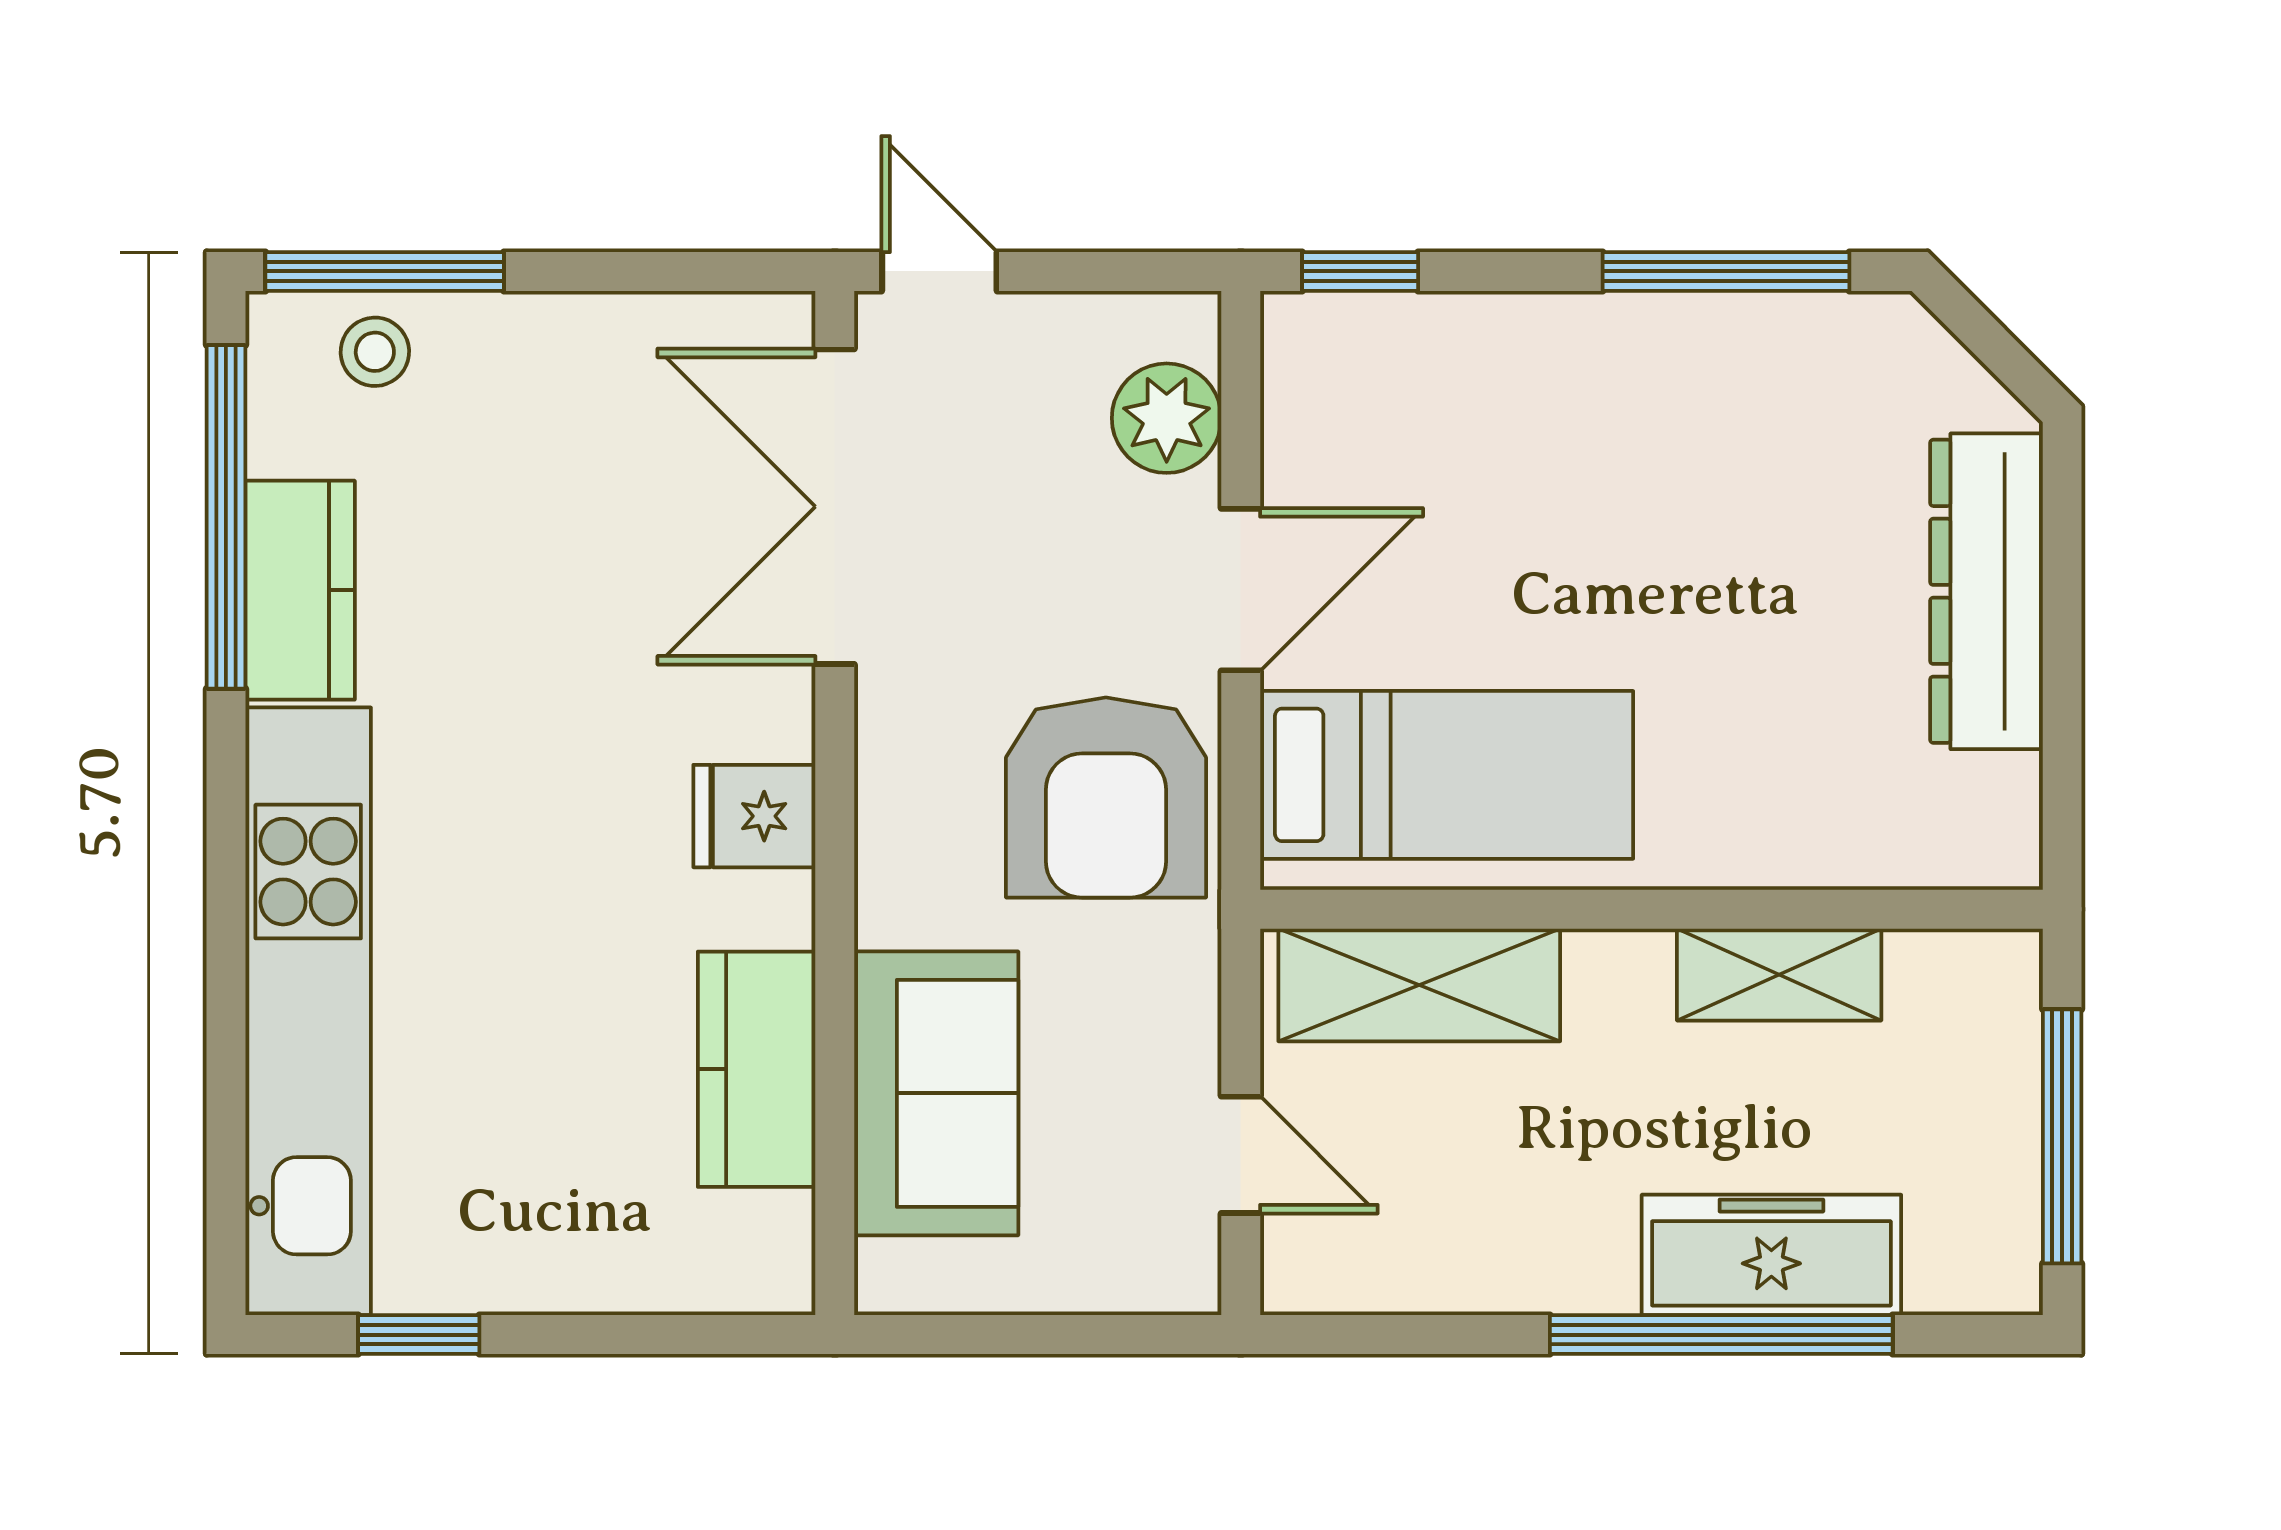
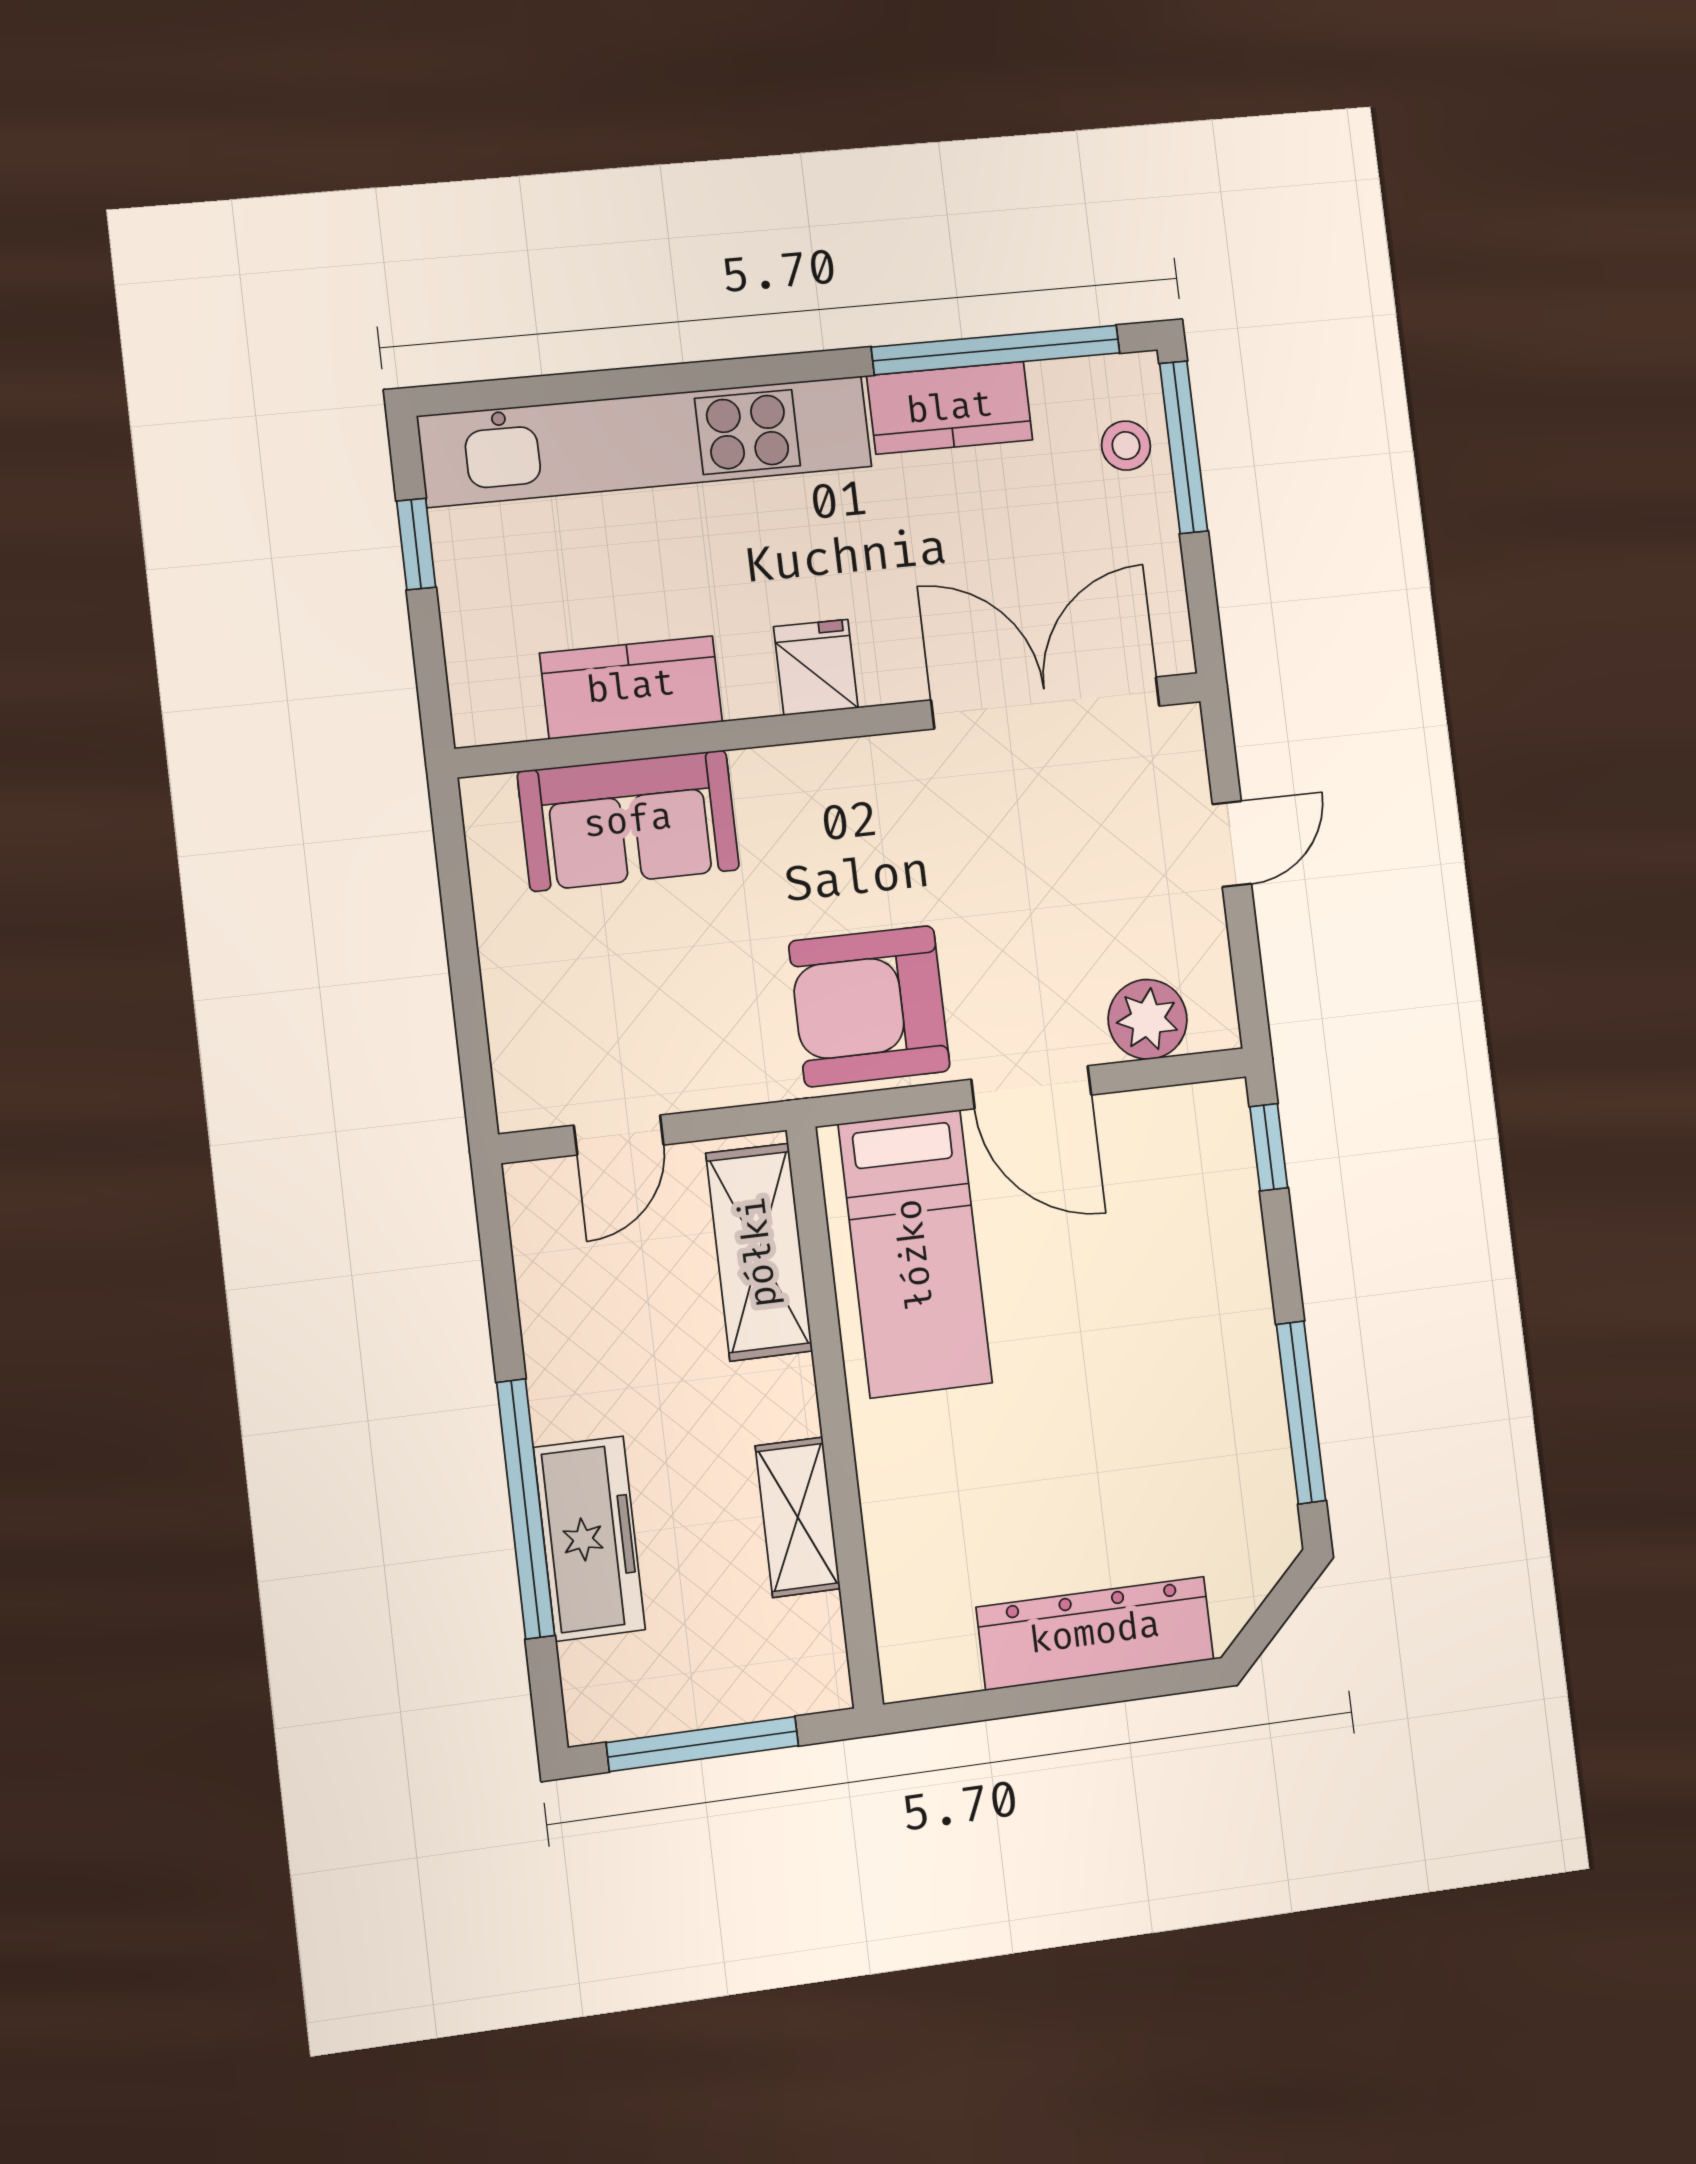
double door: (835, 507) -> (1046, 703), moved
wall: (835, 803) -> (832, 725), moved
fridge: (754, 816) -> (816, 667), moved
kitchen counter: (757, 1069) -> (631, 687), moved
sofa: (936, 1093) -> (628, 821), moved

